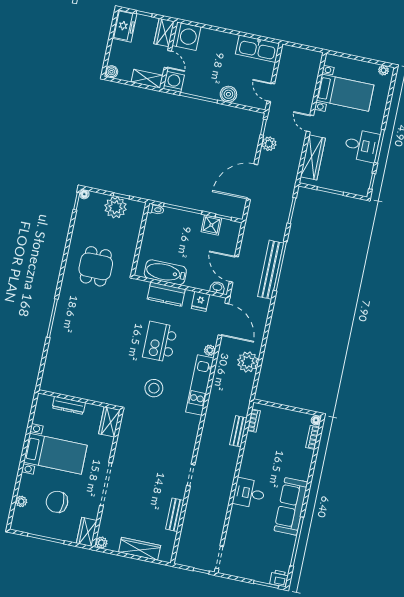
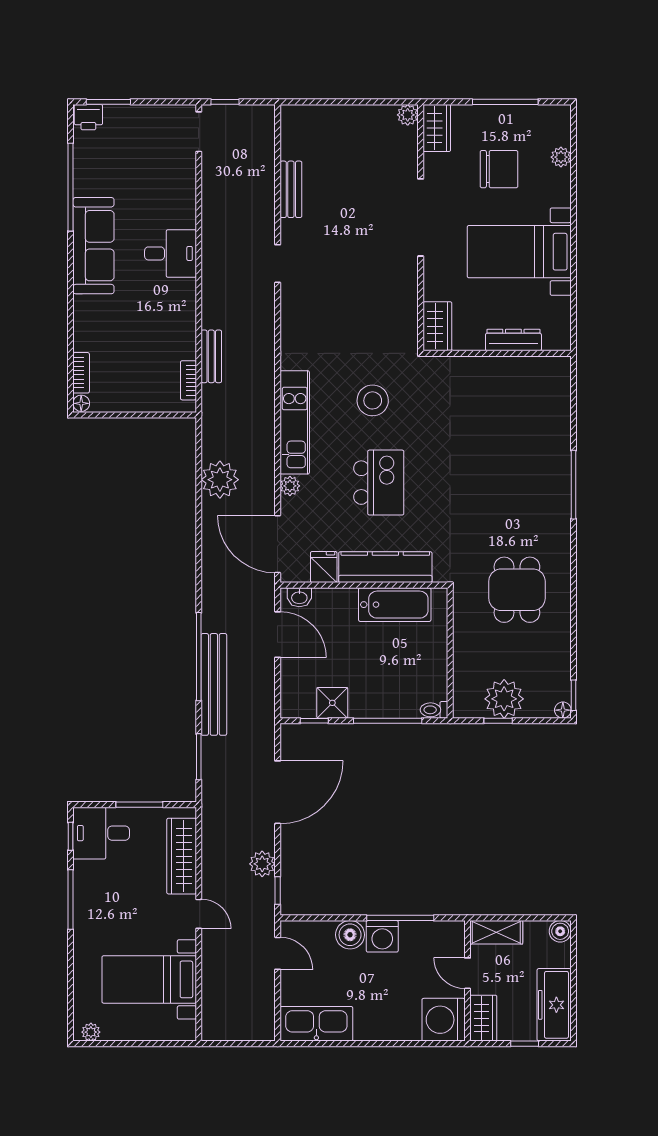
freezer: (124, 26) -> (554, 1005), width x1.40
washing machine: (174, 82) -> (382, 936), moved
desk: (362, 146) -> (101, 833), moved
bench: (271, 270) -> (214, 684), moved
kitchen counter: (166, 294) -> (385, 567), width x1.50
wardrobe: (140, 549) -> (340, 118), removed

